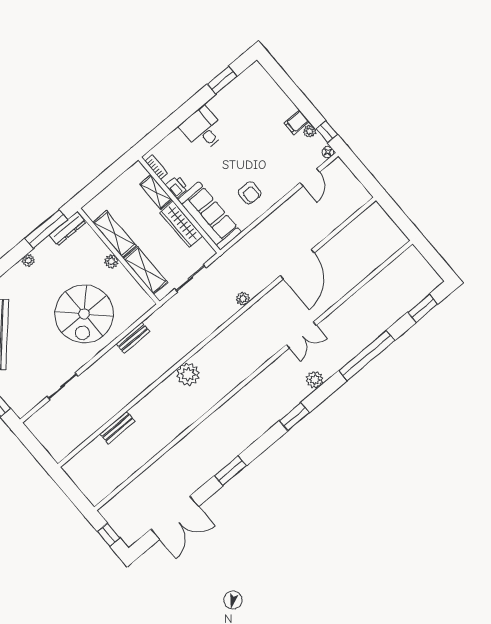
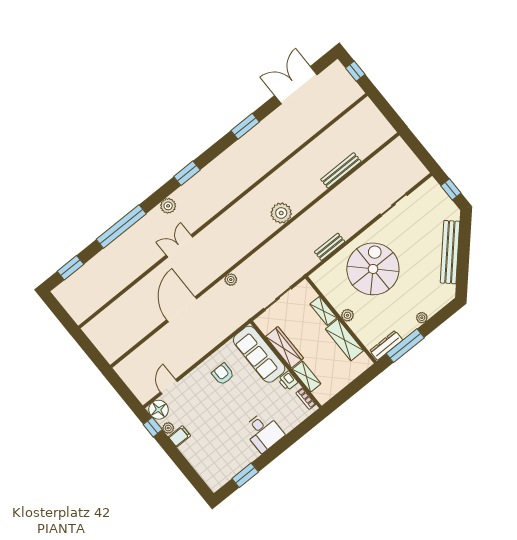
floor lamp: (328, 152) -> (158, 410), width x1.89, depth x1.89
shelving: (145, 270) -> (323, 311), width x0.67, depth x0.75
bench: (117, 428) -> (341, 170), width x1.36

